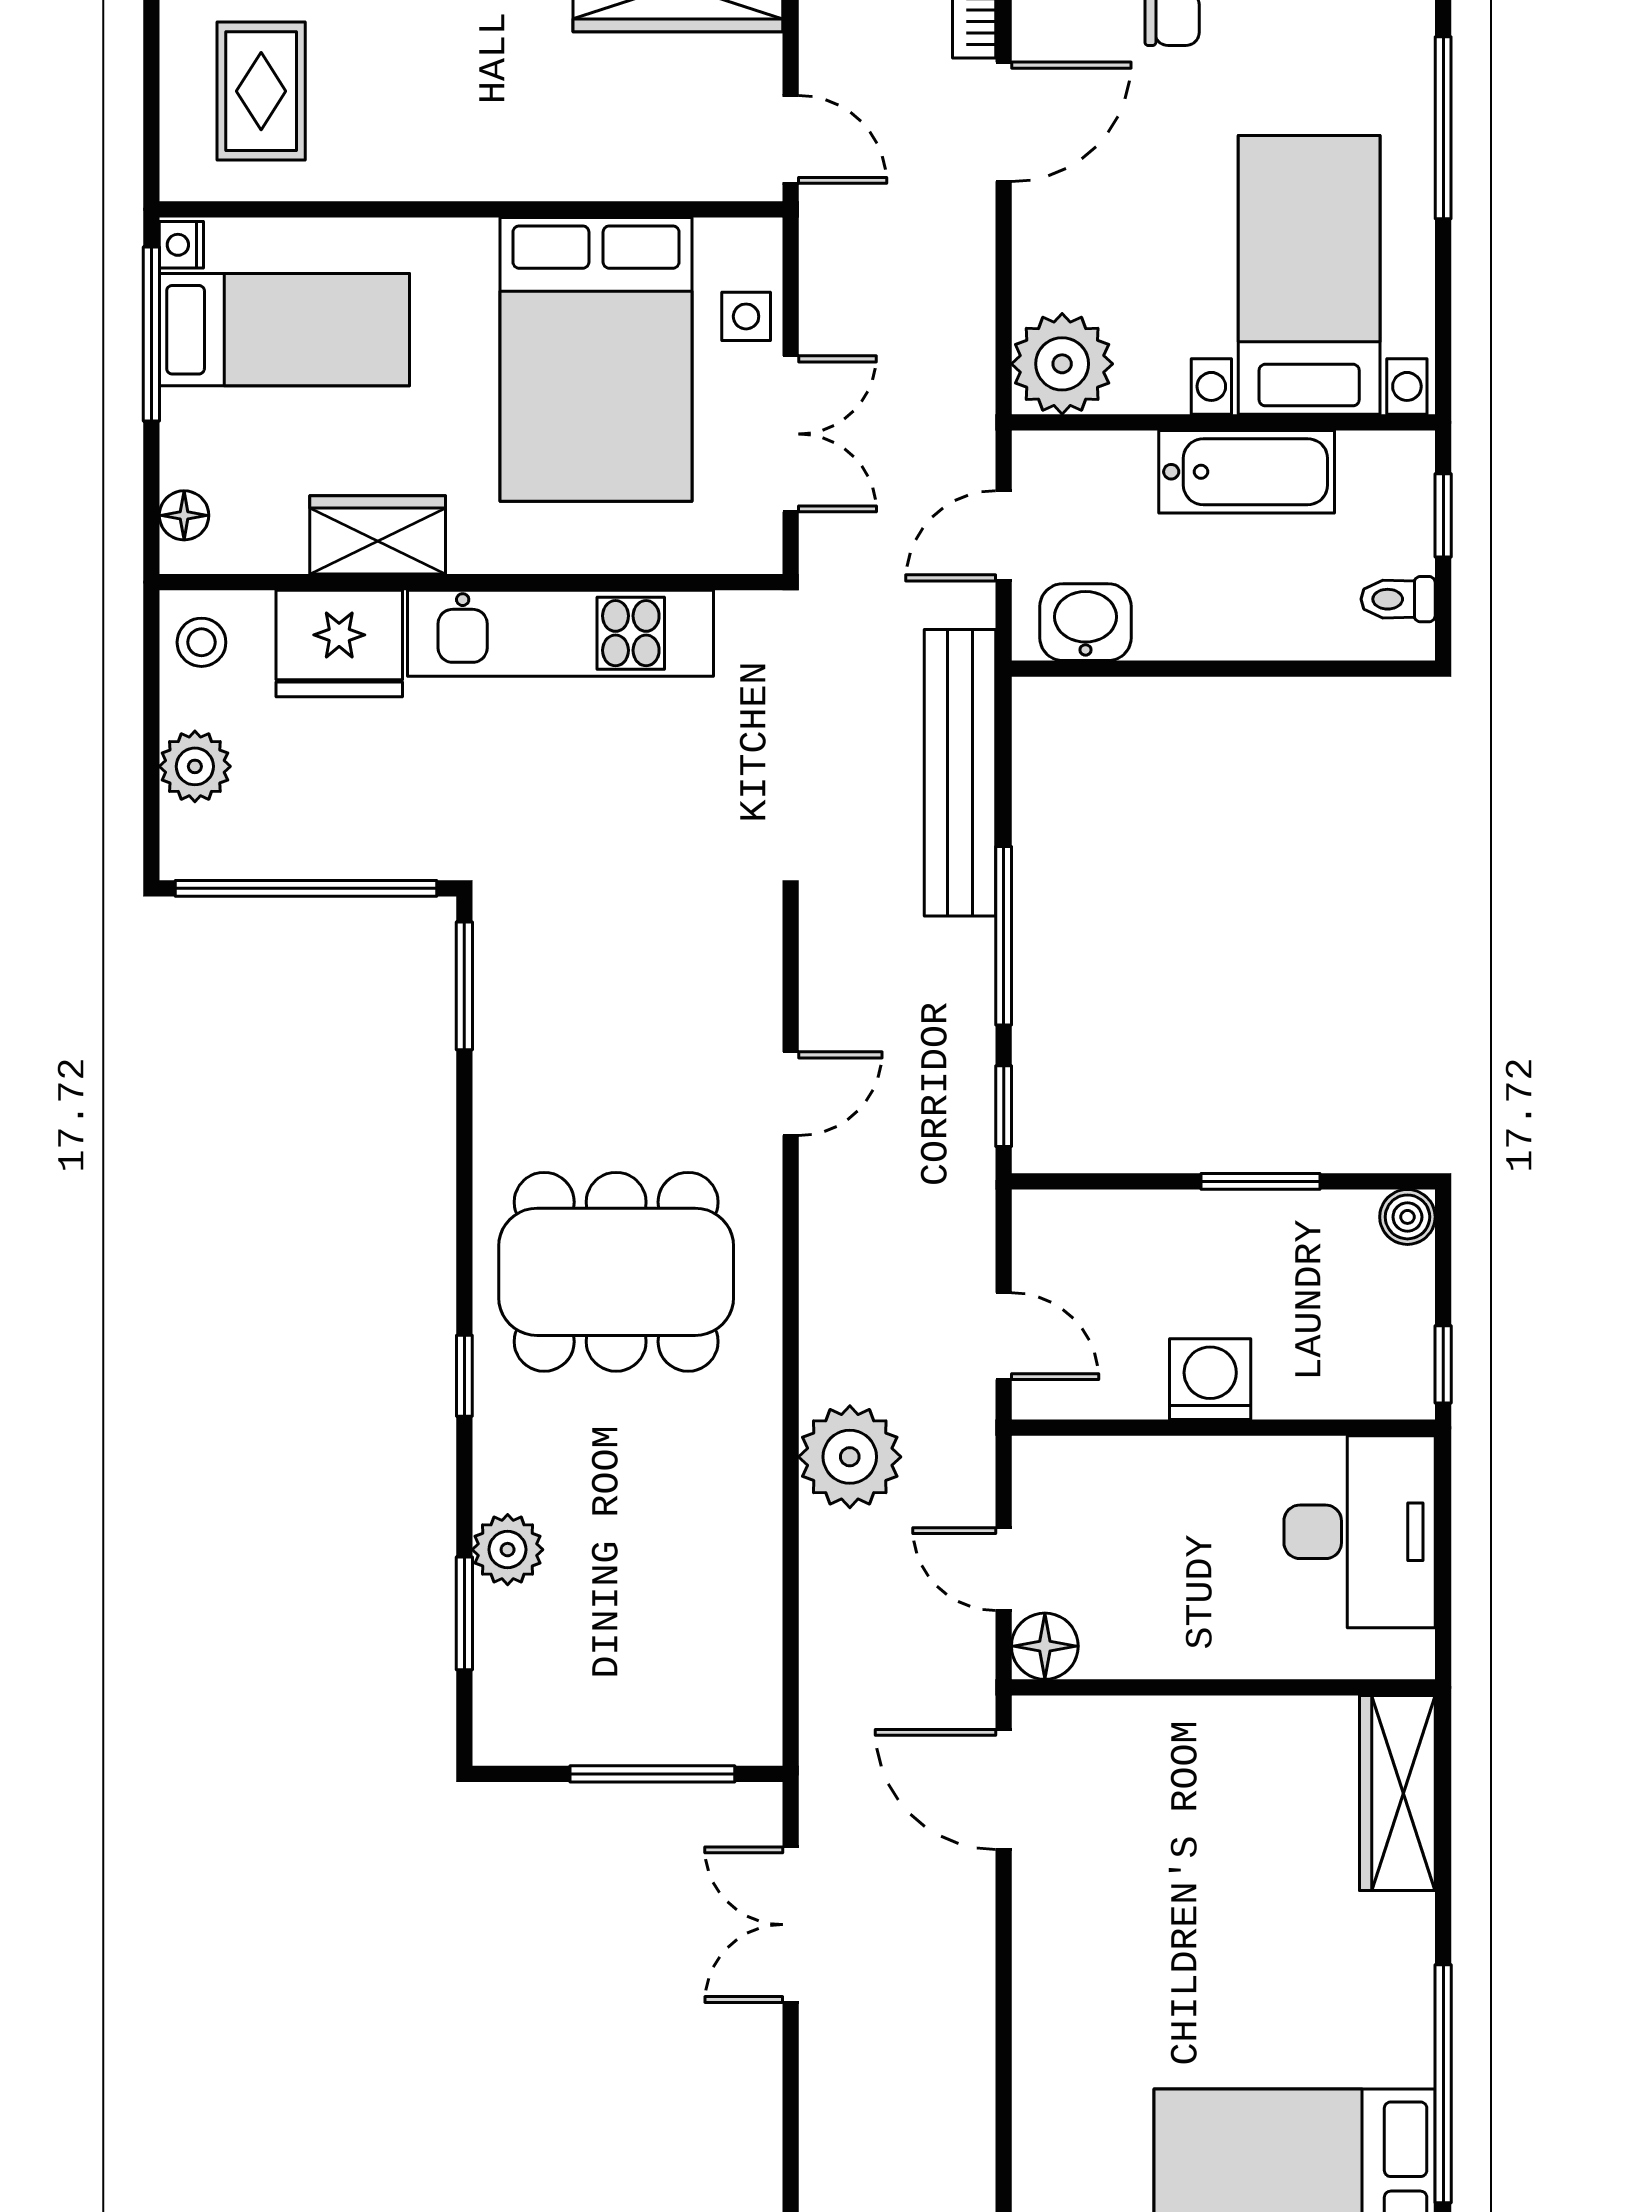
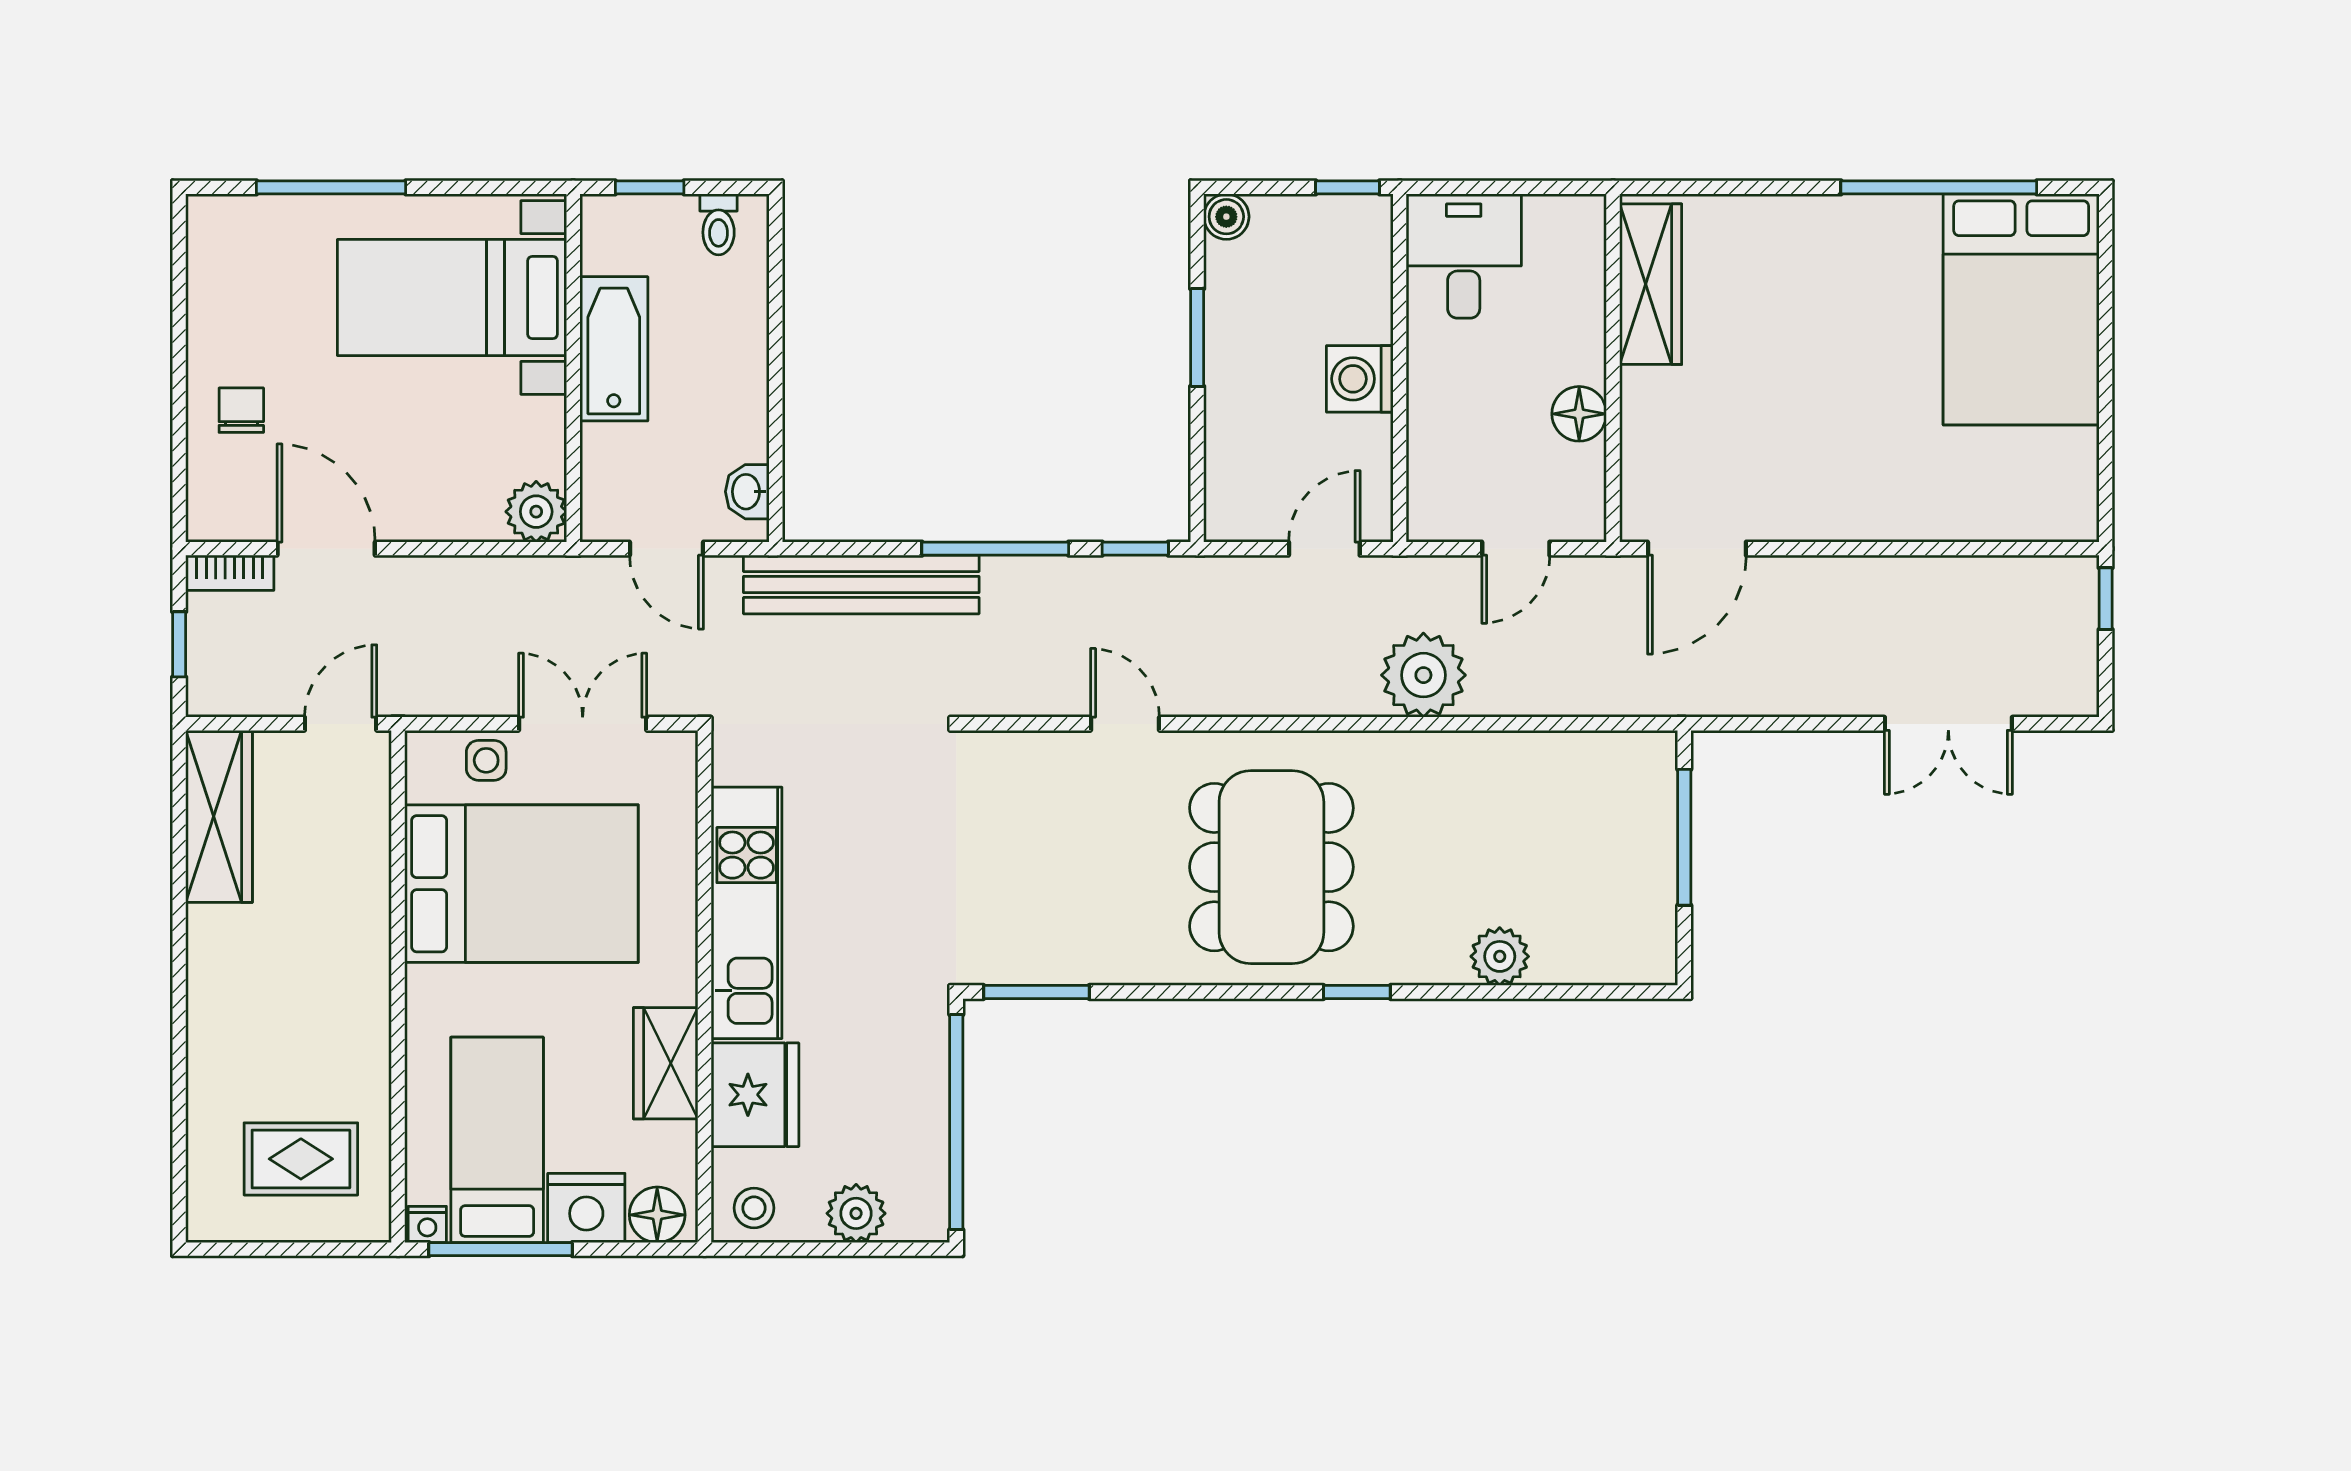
plant: (1062, 364) -> (536, 512), width x0.73, depth x0.73
nightstand: (202, 438) -> (586, 1208), added
floor lamp: (184, 515) -> (657, 1215), width x1.37, depth x1.37
washbasin: (1086, 622) -> (747, 492), width x0.72, depth x0.69
desk: (1360, 1532) -> (1464, 256), width x0.73
window: (464, 1613) -> (1552, 992), removed
floor lamp: (1045, 1646) -> (1579, 414), moved
wardrobe: (1397, 1793) -> (1651, 284), moved, turned -90
double door: (791, 1925) -> (1948, 724), moved

